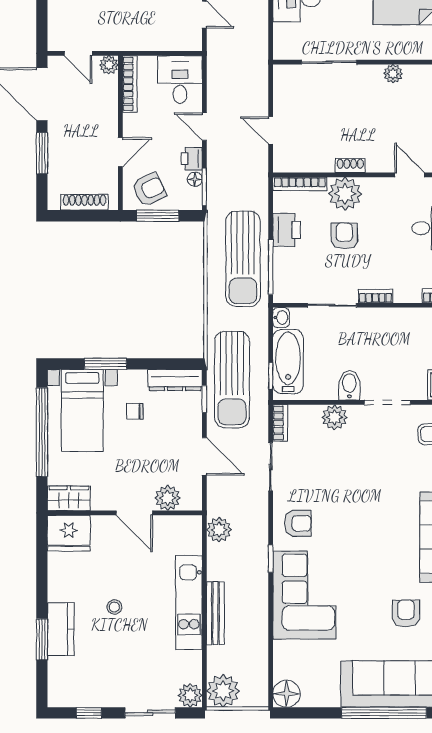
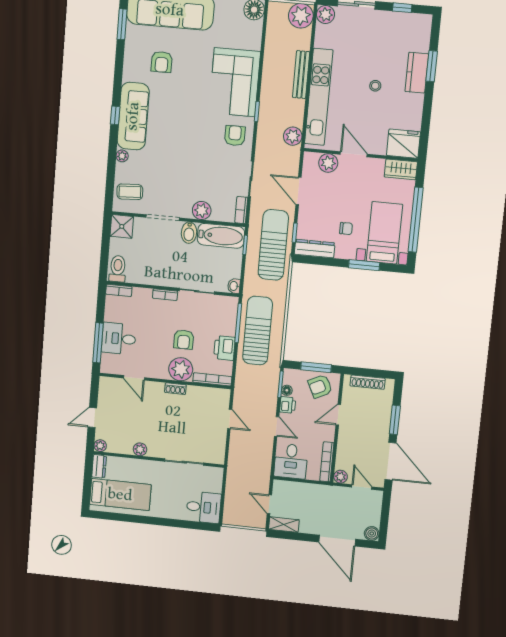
bathtub: (288, 362) -> (221, 236), moved, turned -90
armchair: (298, 523) -> (235, 136), turned 90
kitchen unit: (189, 603) -> (319, 97), width x1.36

